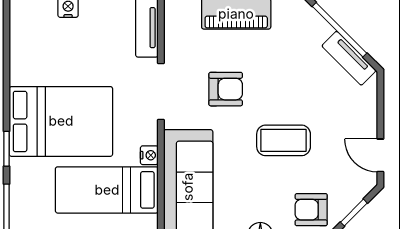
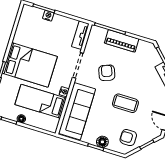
armchair: (226, 89) -> (107, 73), turned -111

